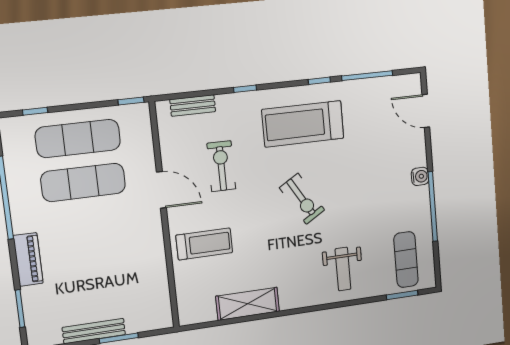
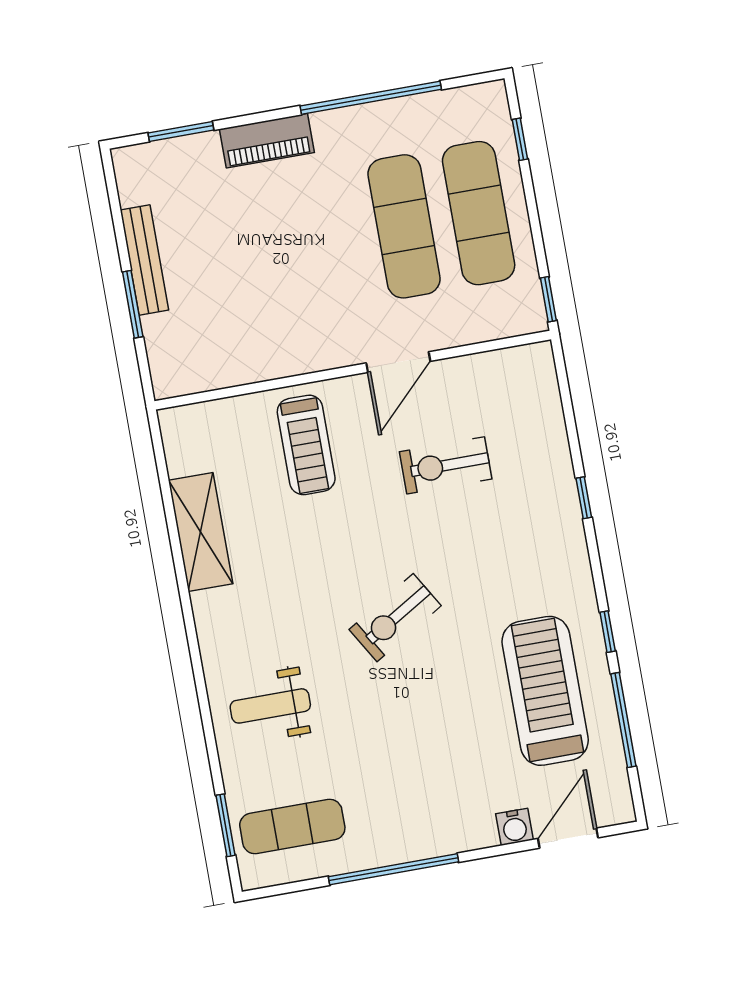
bench: (193, 106) -> (548, 407), removed
treadmill: (303, 124) -> (545, 691), moved
exercise bike: (221, 166) -> (446, 465), turned 180
water cooler: (420, 176) -> (515, 827), moved

